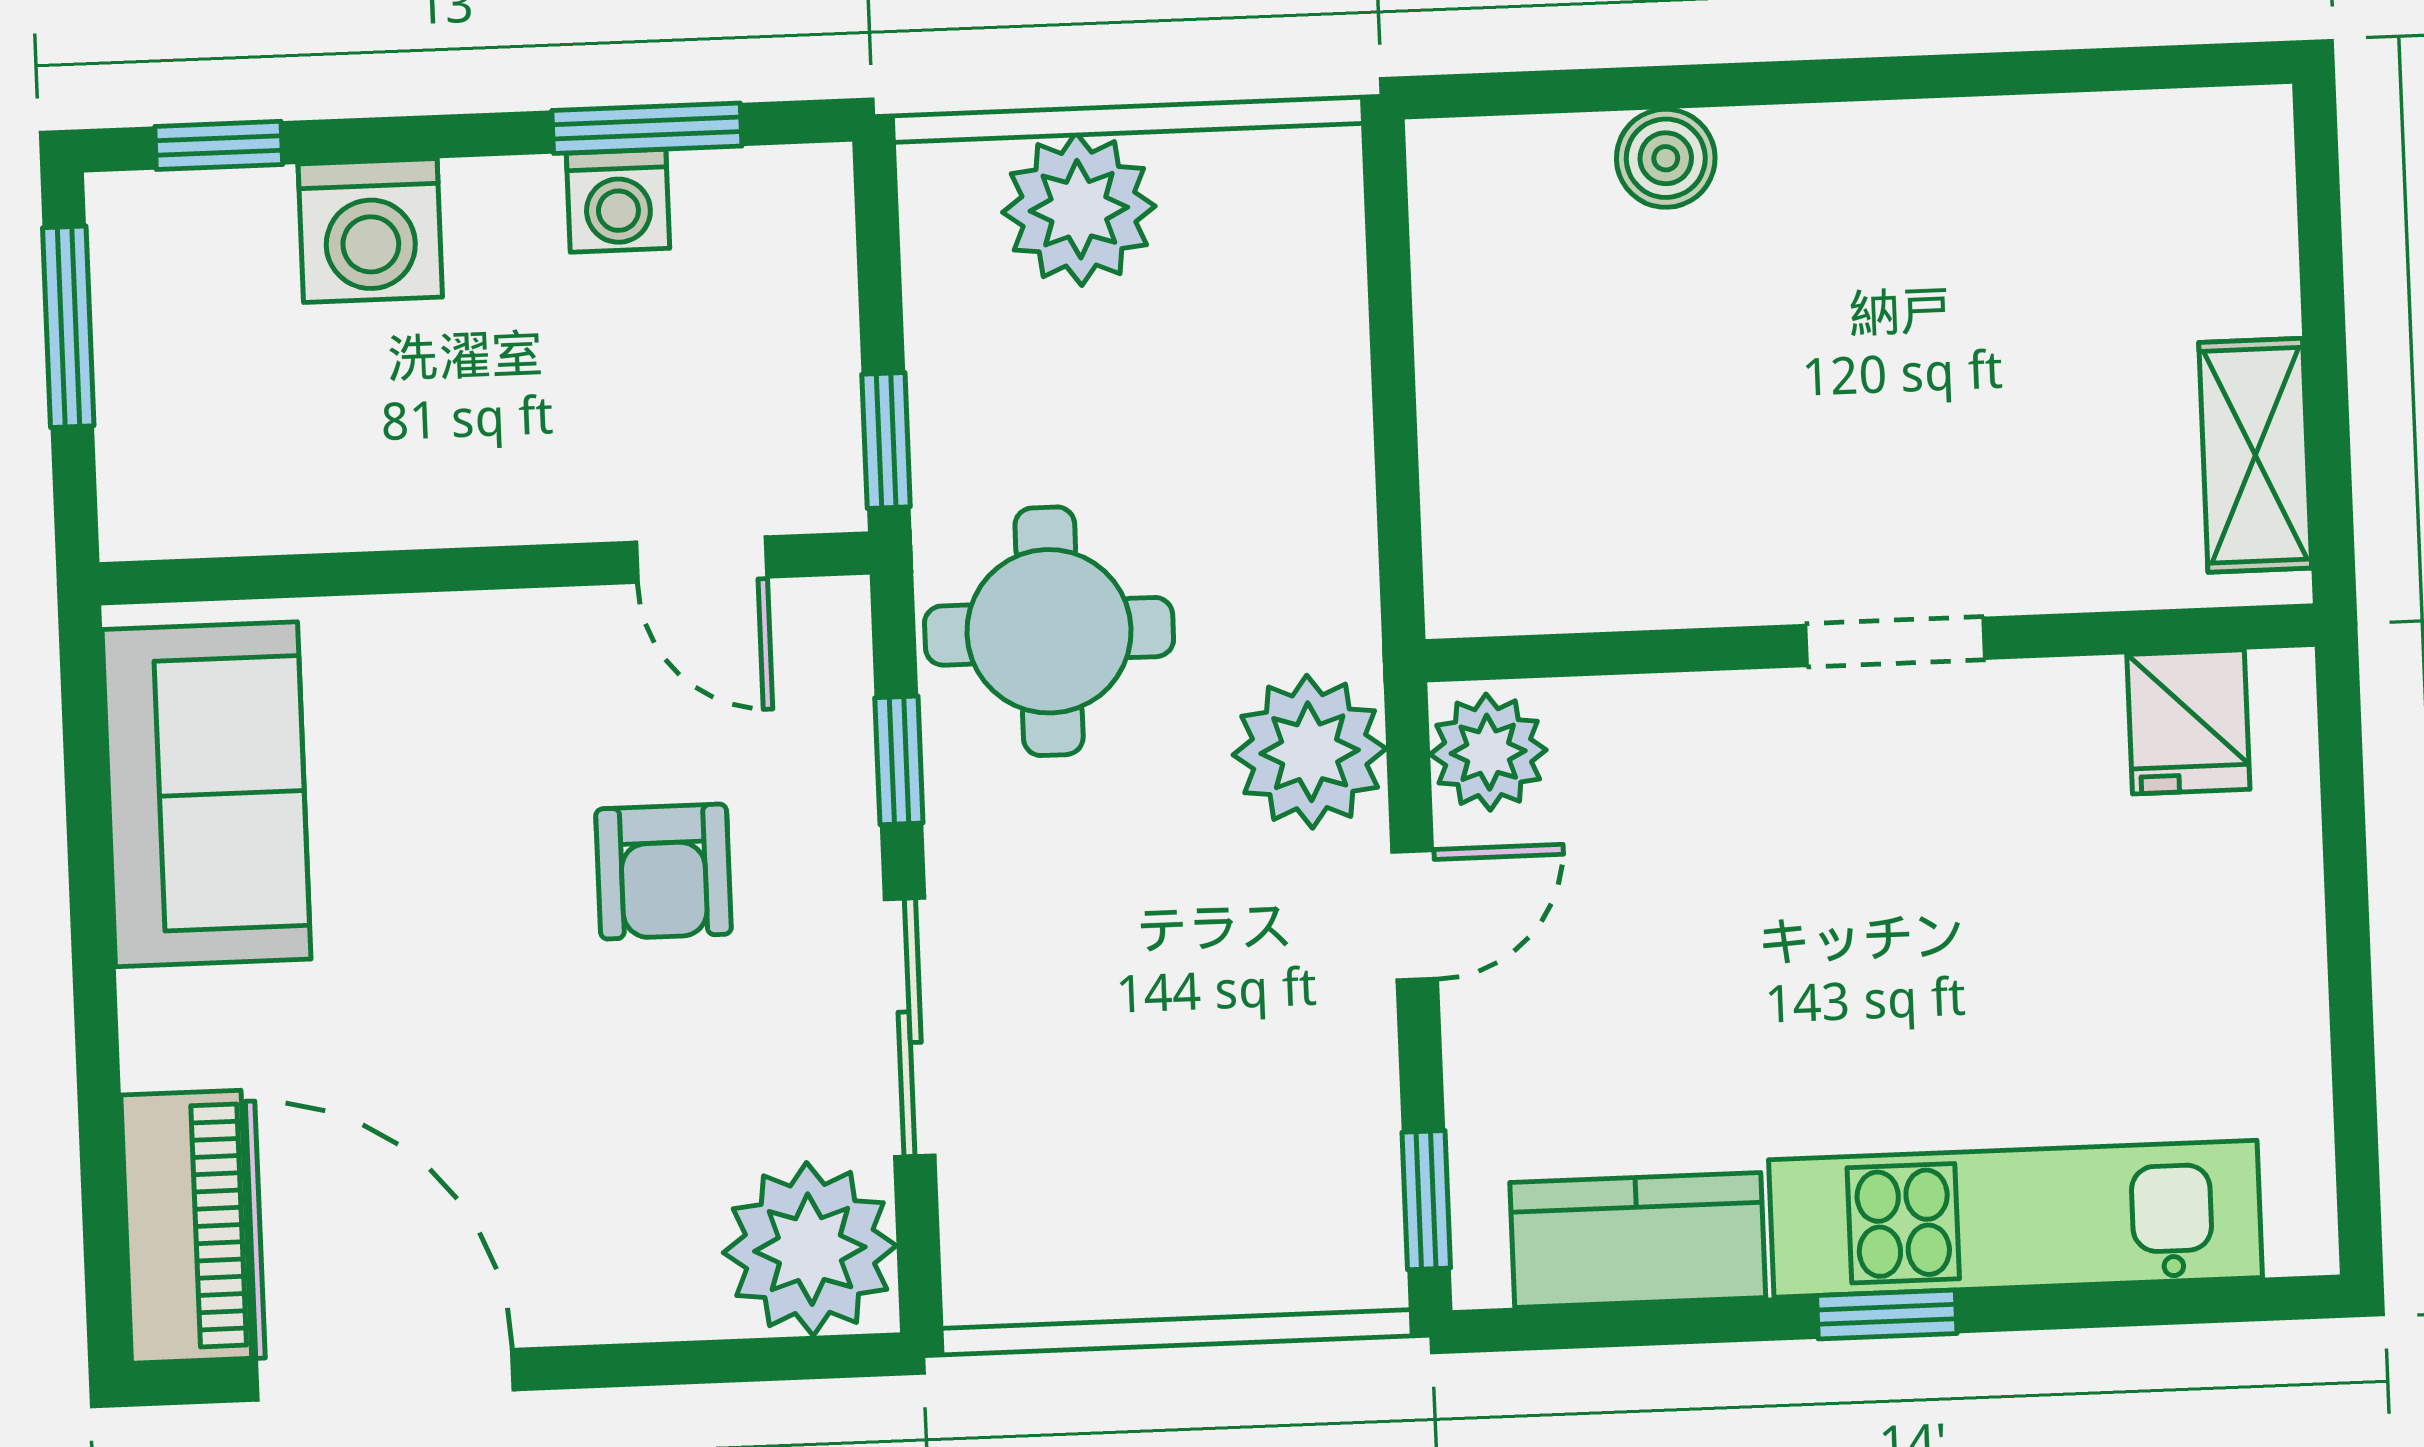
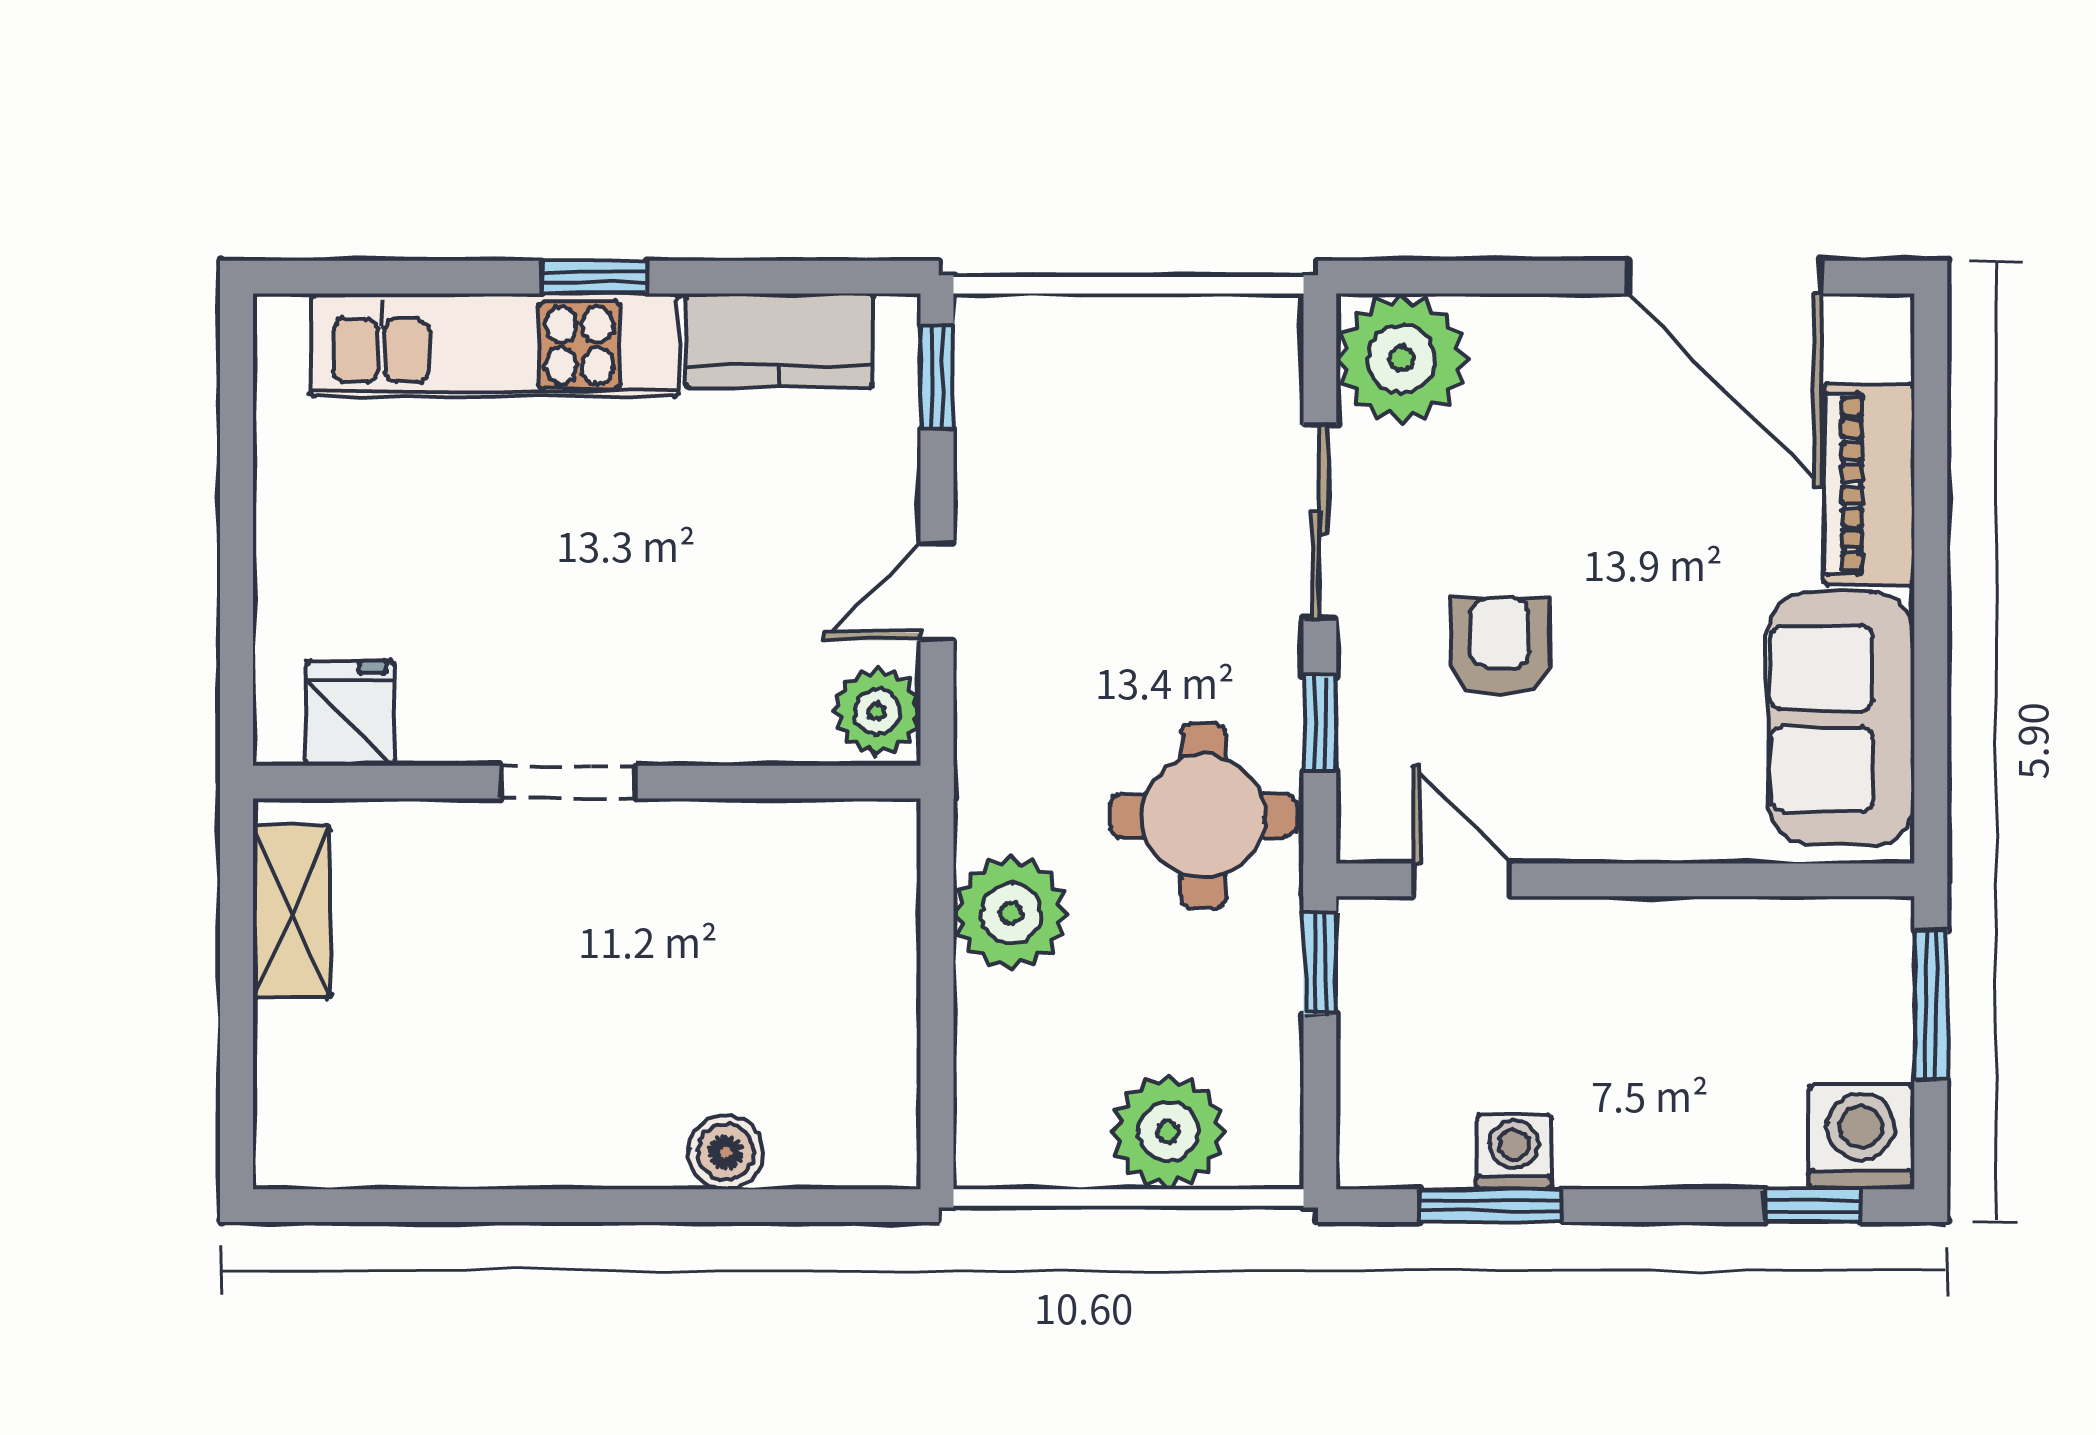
washing machine: (370, 230) -> (1861, 1137), moved
window: (68, 327) -> (1931, 1005), moved
plant: (1310, 752) -> (1011, 913), moved
piano: (186, 1227) -> (1869, 484), moved

